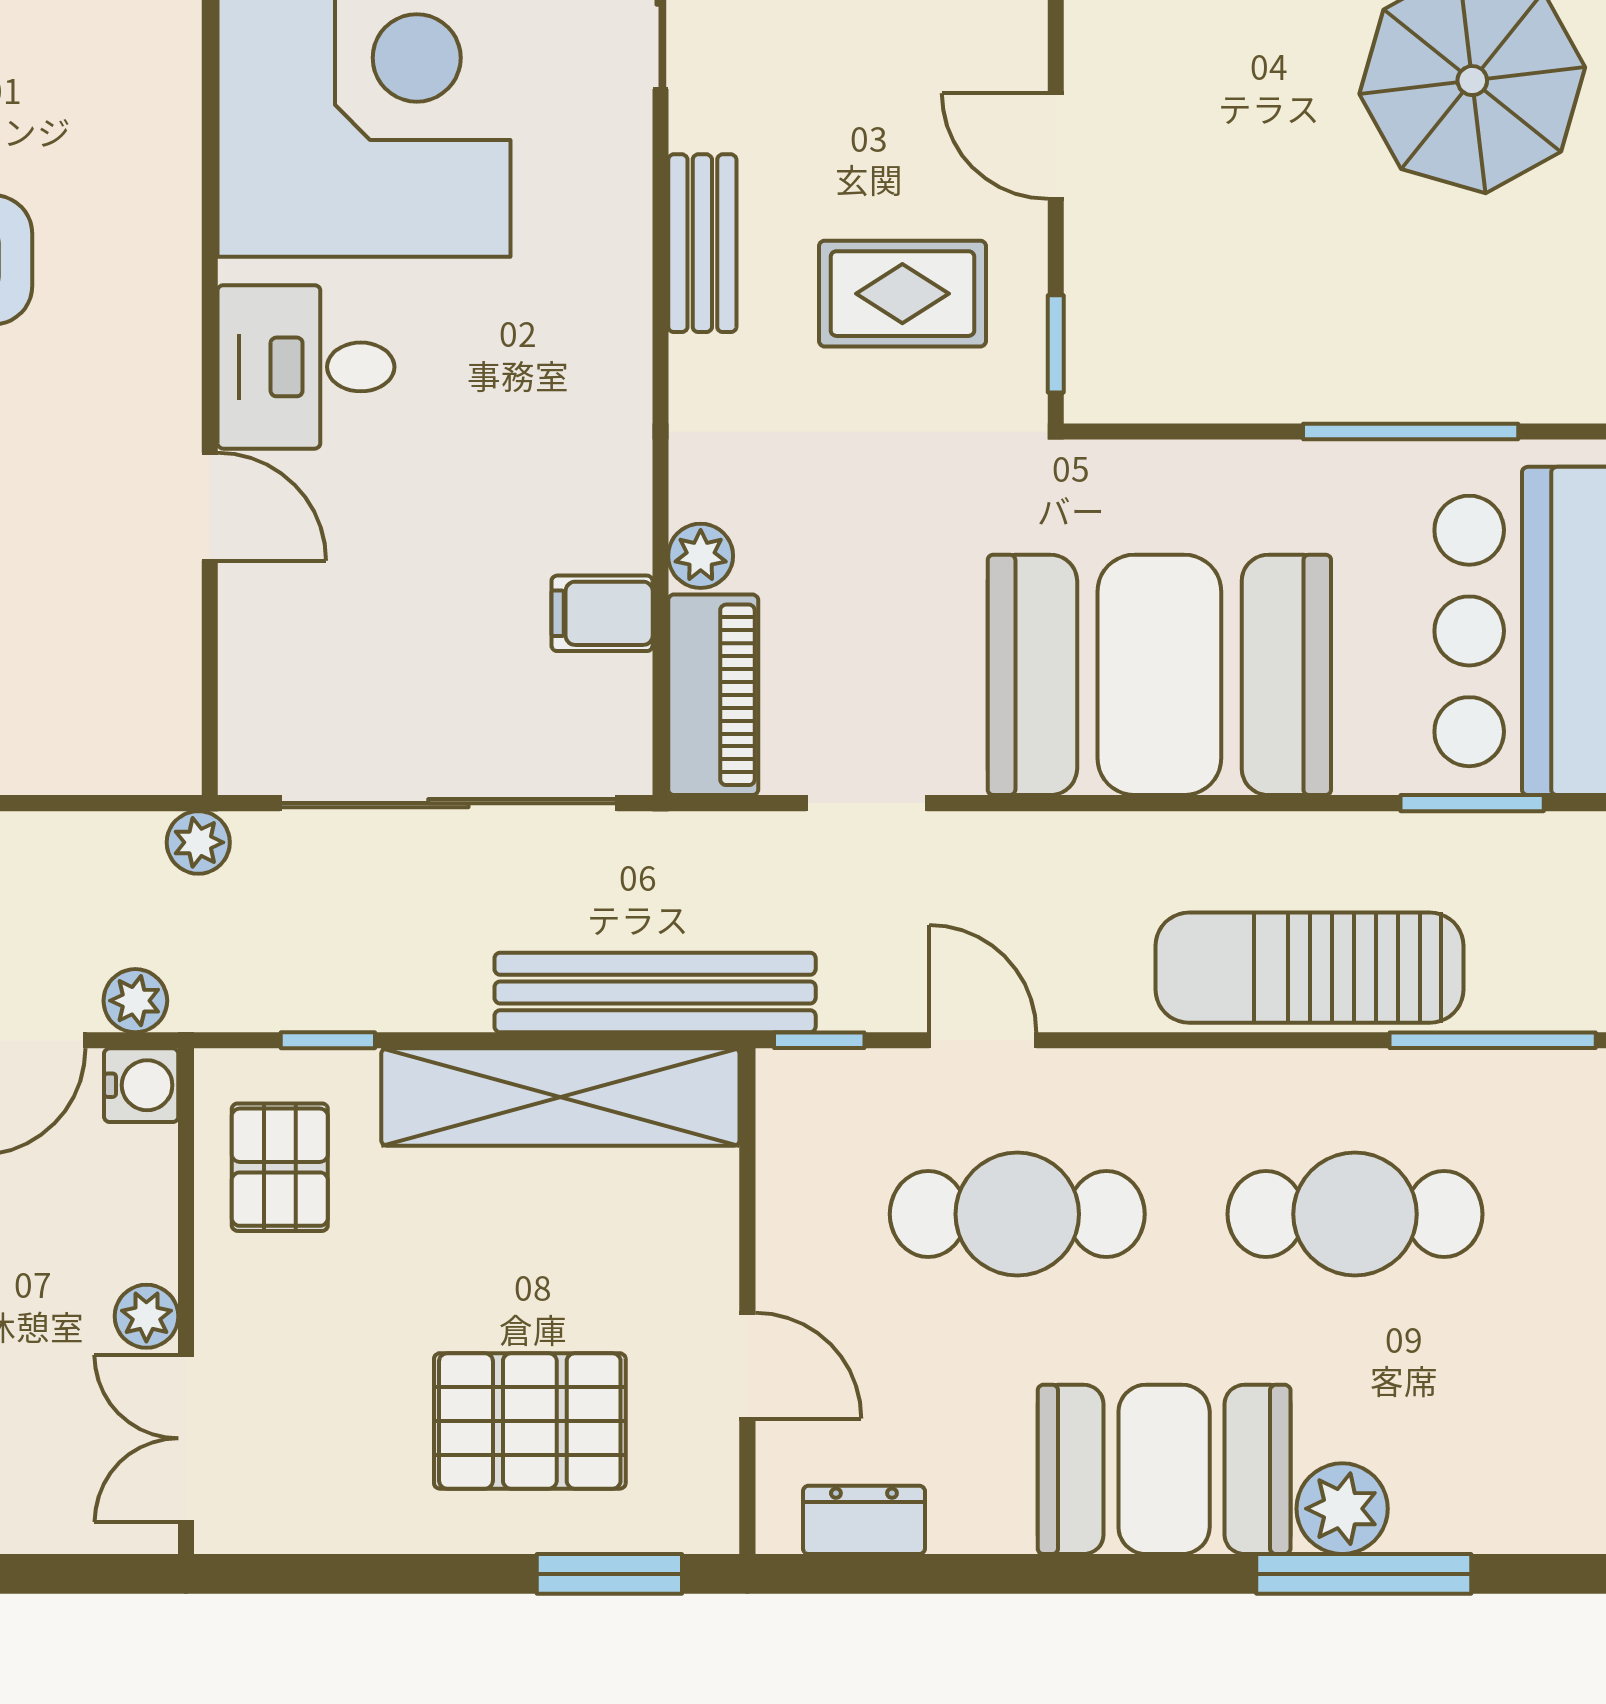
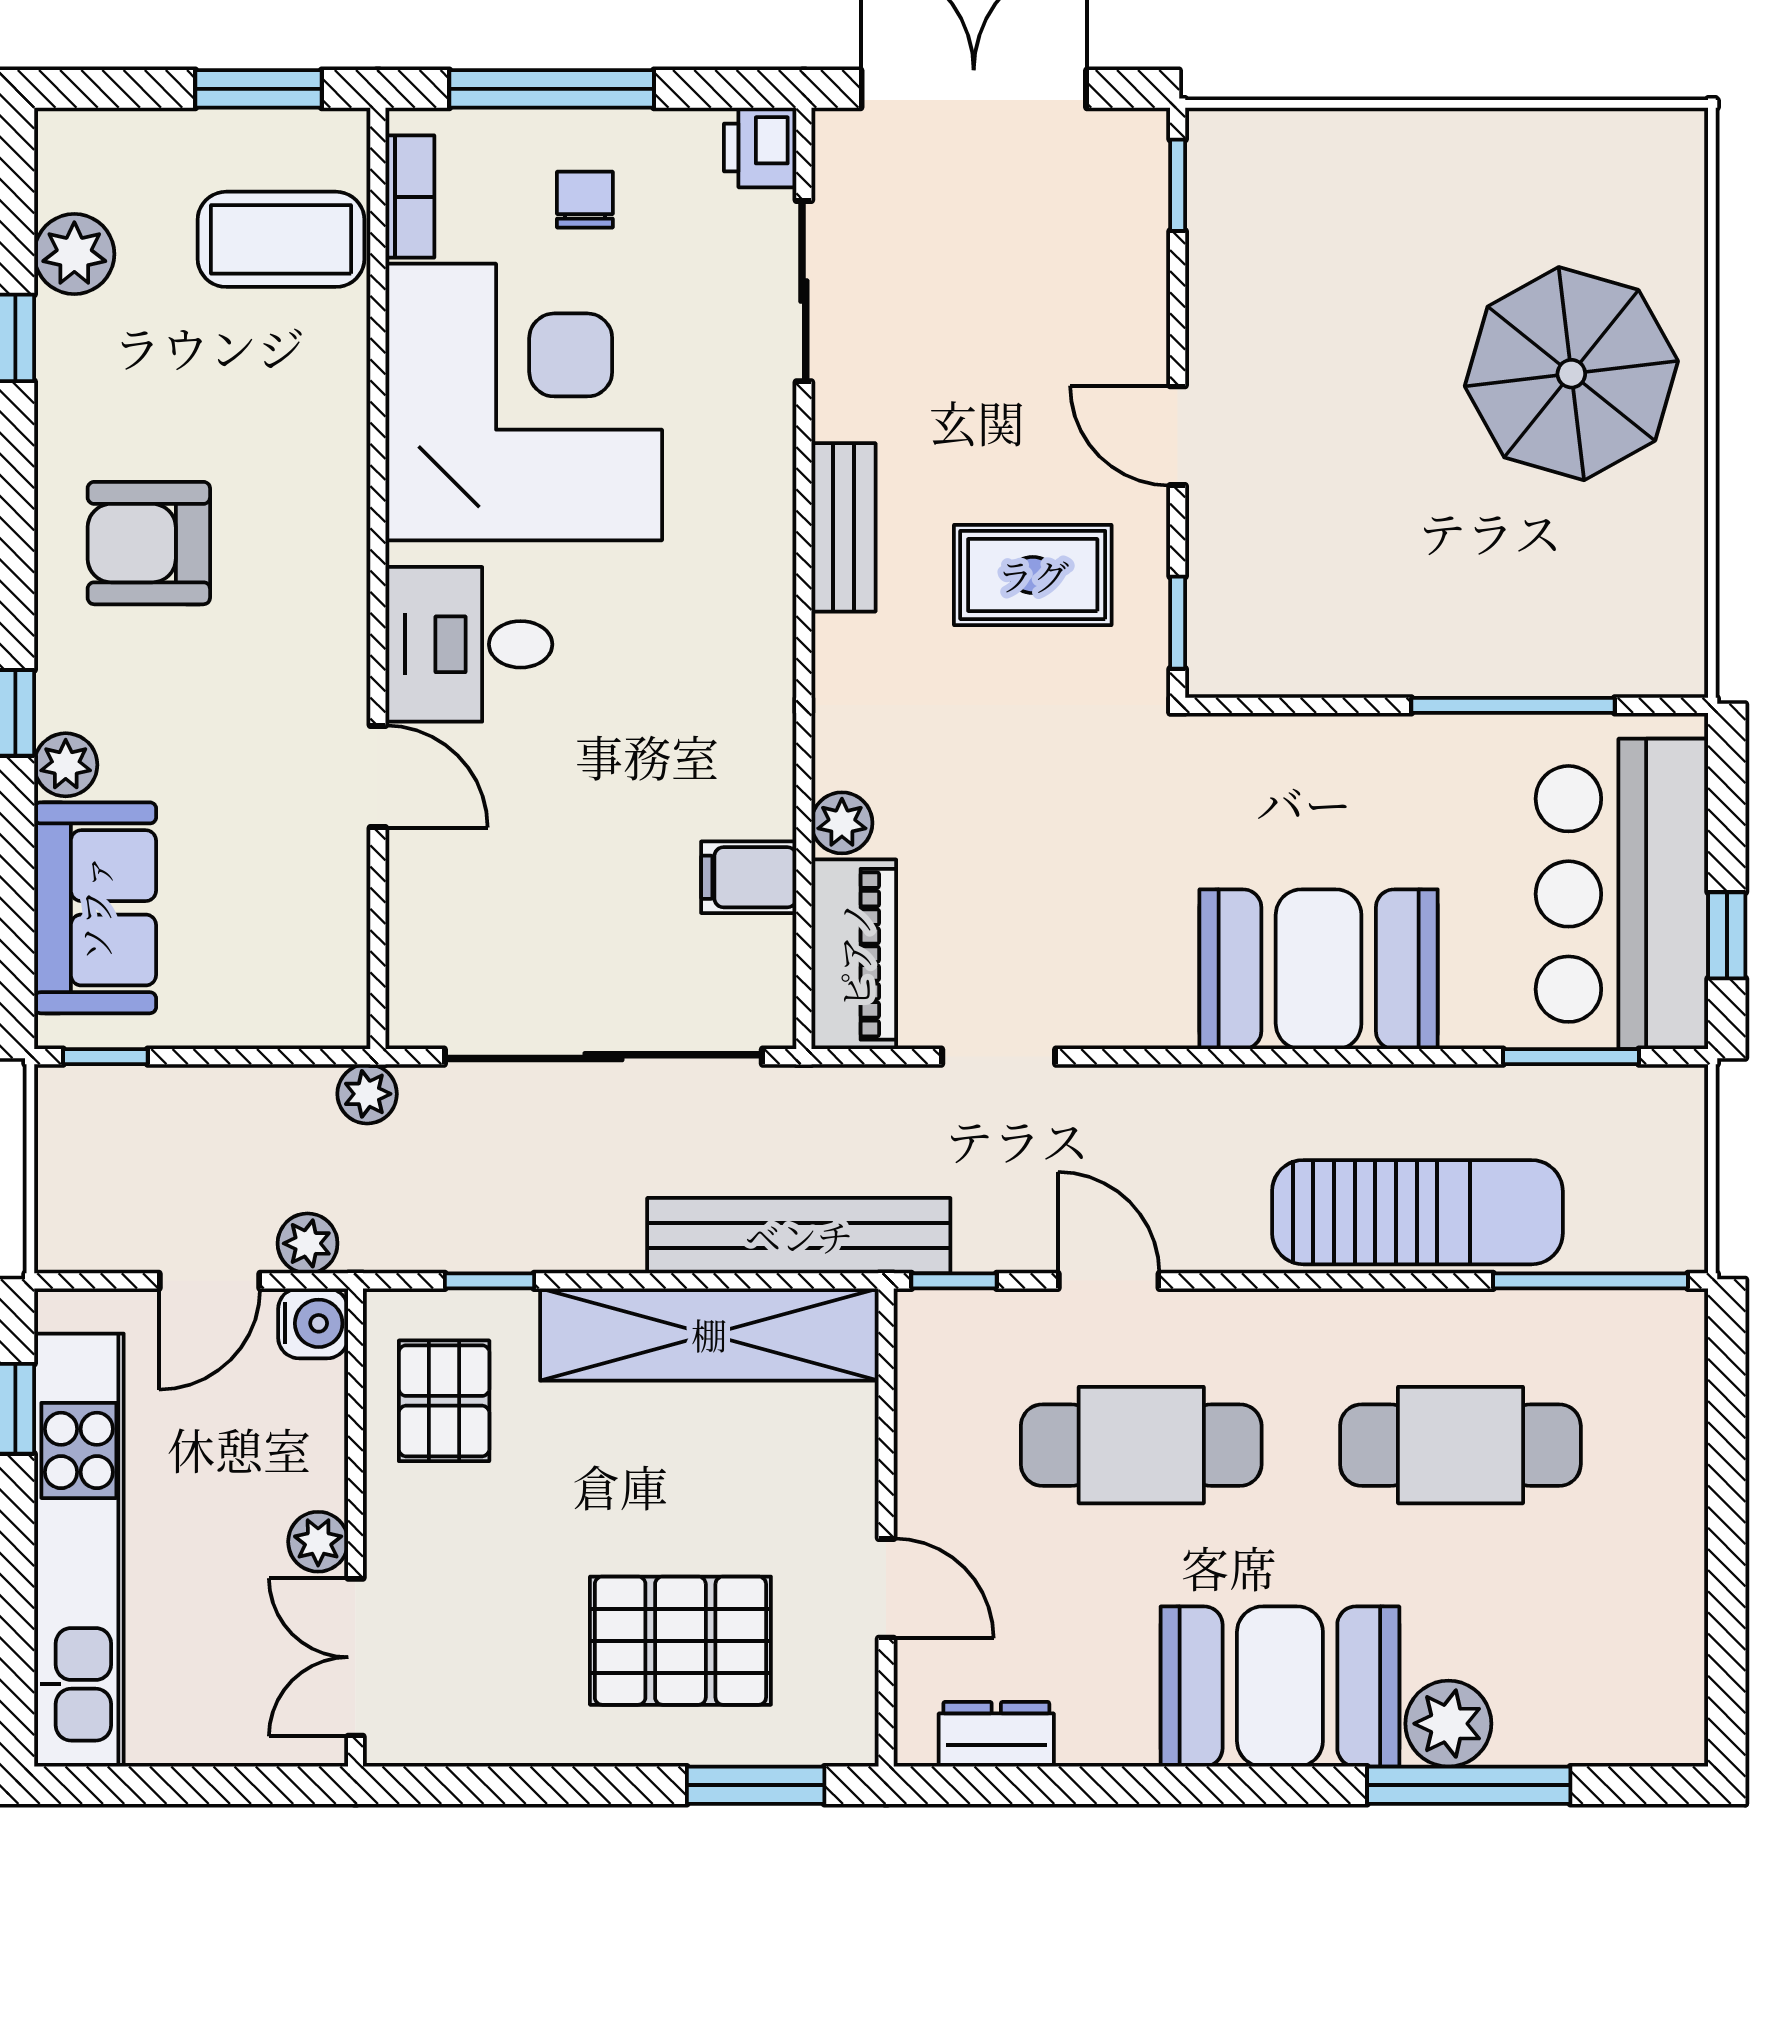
booth: (1159, 675) -> (1319, 969), width x0.73, depth x0.70
sun lounger: (1310, 968) -> (1417, 1212), turned 180

